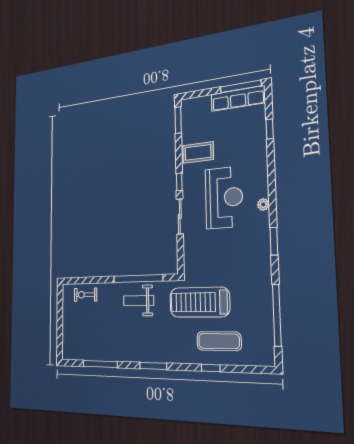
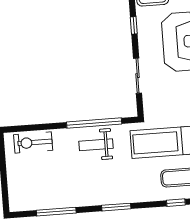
sliding door: (180, 216) -> (138, 76), moved
exercise bike: (85, 295) -> (33, 143), width x1.38, depth x1.39

